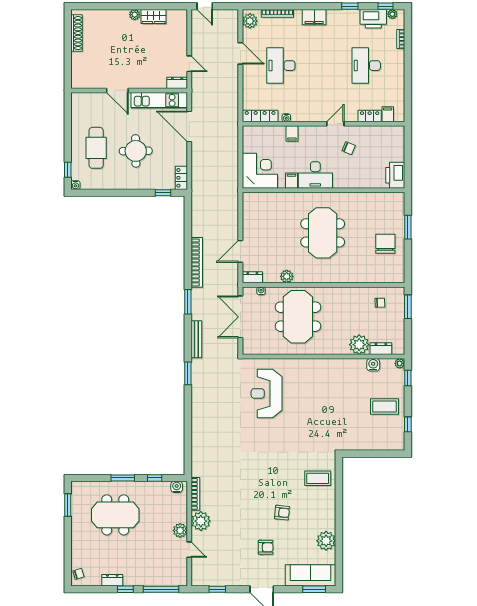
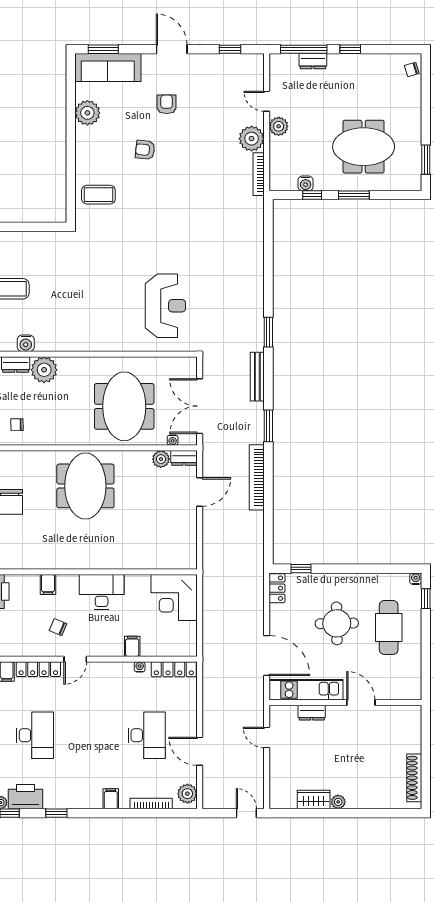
filing cabinet: (314, 17) -> (111, 799), width x0.50
dresser: (177, 83) -> (312, 713), moved
locker: (370, 116) -> (38, 669), width x1.53
filing cabinet: (292, 181) -> (48, 585), moved
meeting table: (323, 233) -> (85, 486), moved
plant: (287, 276) -> (161, 459), moved
double door: (240, 317) -> (200, 406), swing flipped
water cooler: (177, 487) -> (306, 183), moved
armchair: (266, 547) -> (167, 104), turned 90
dresser: (112, 580) -> (313, 61), moved

